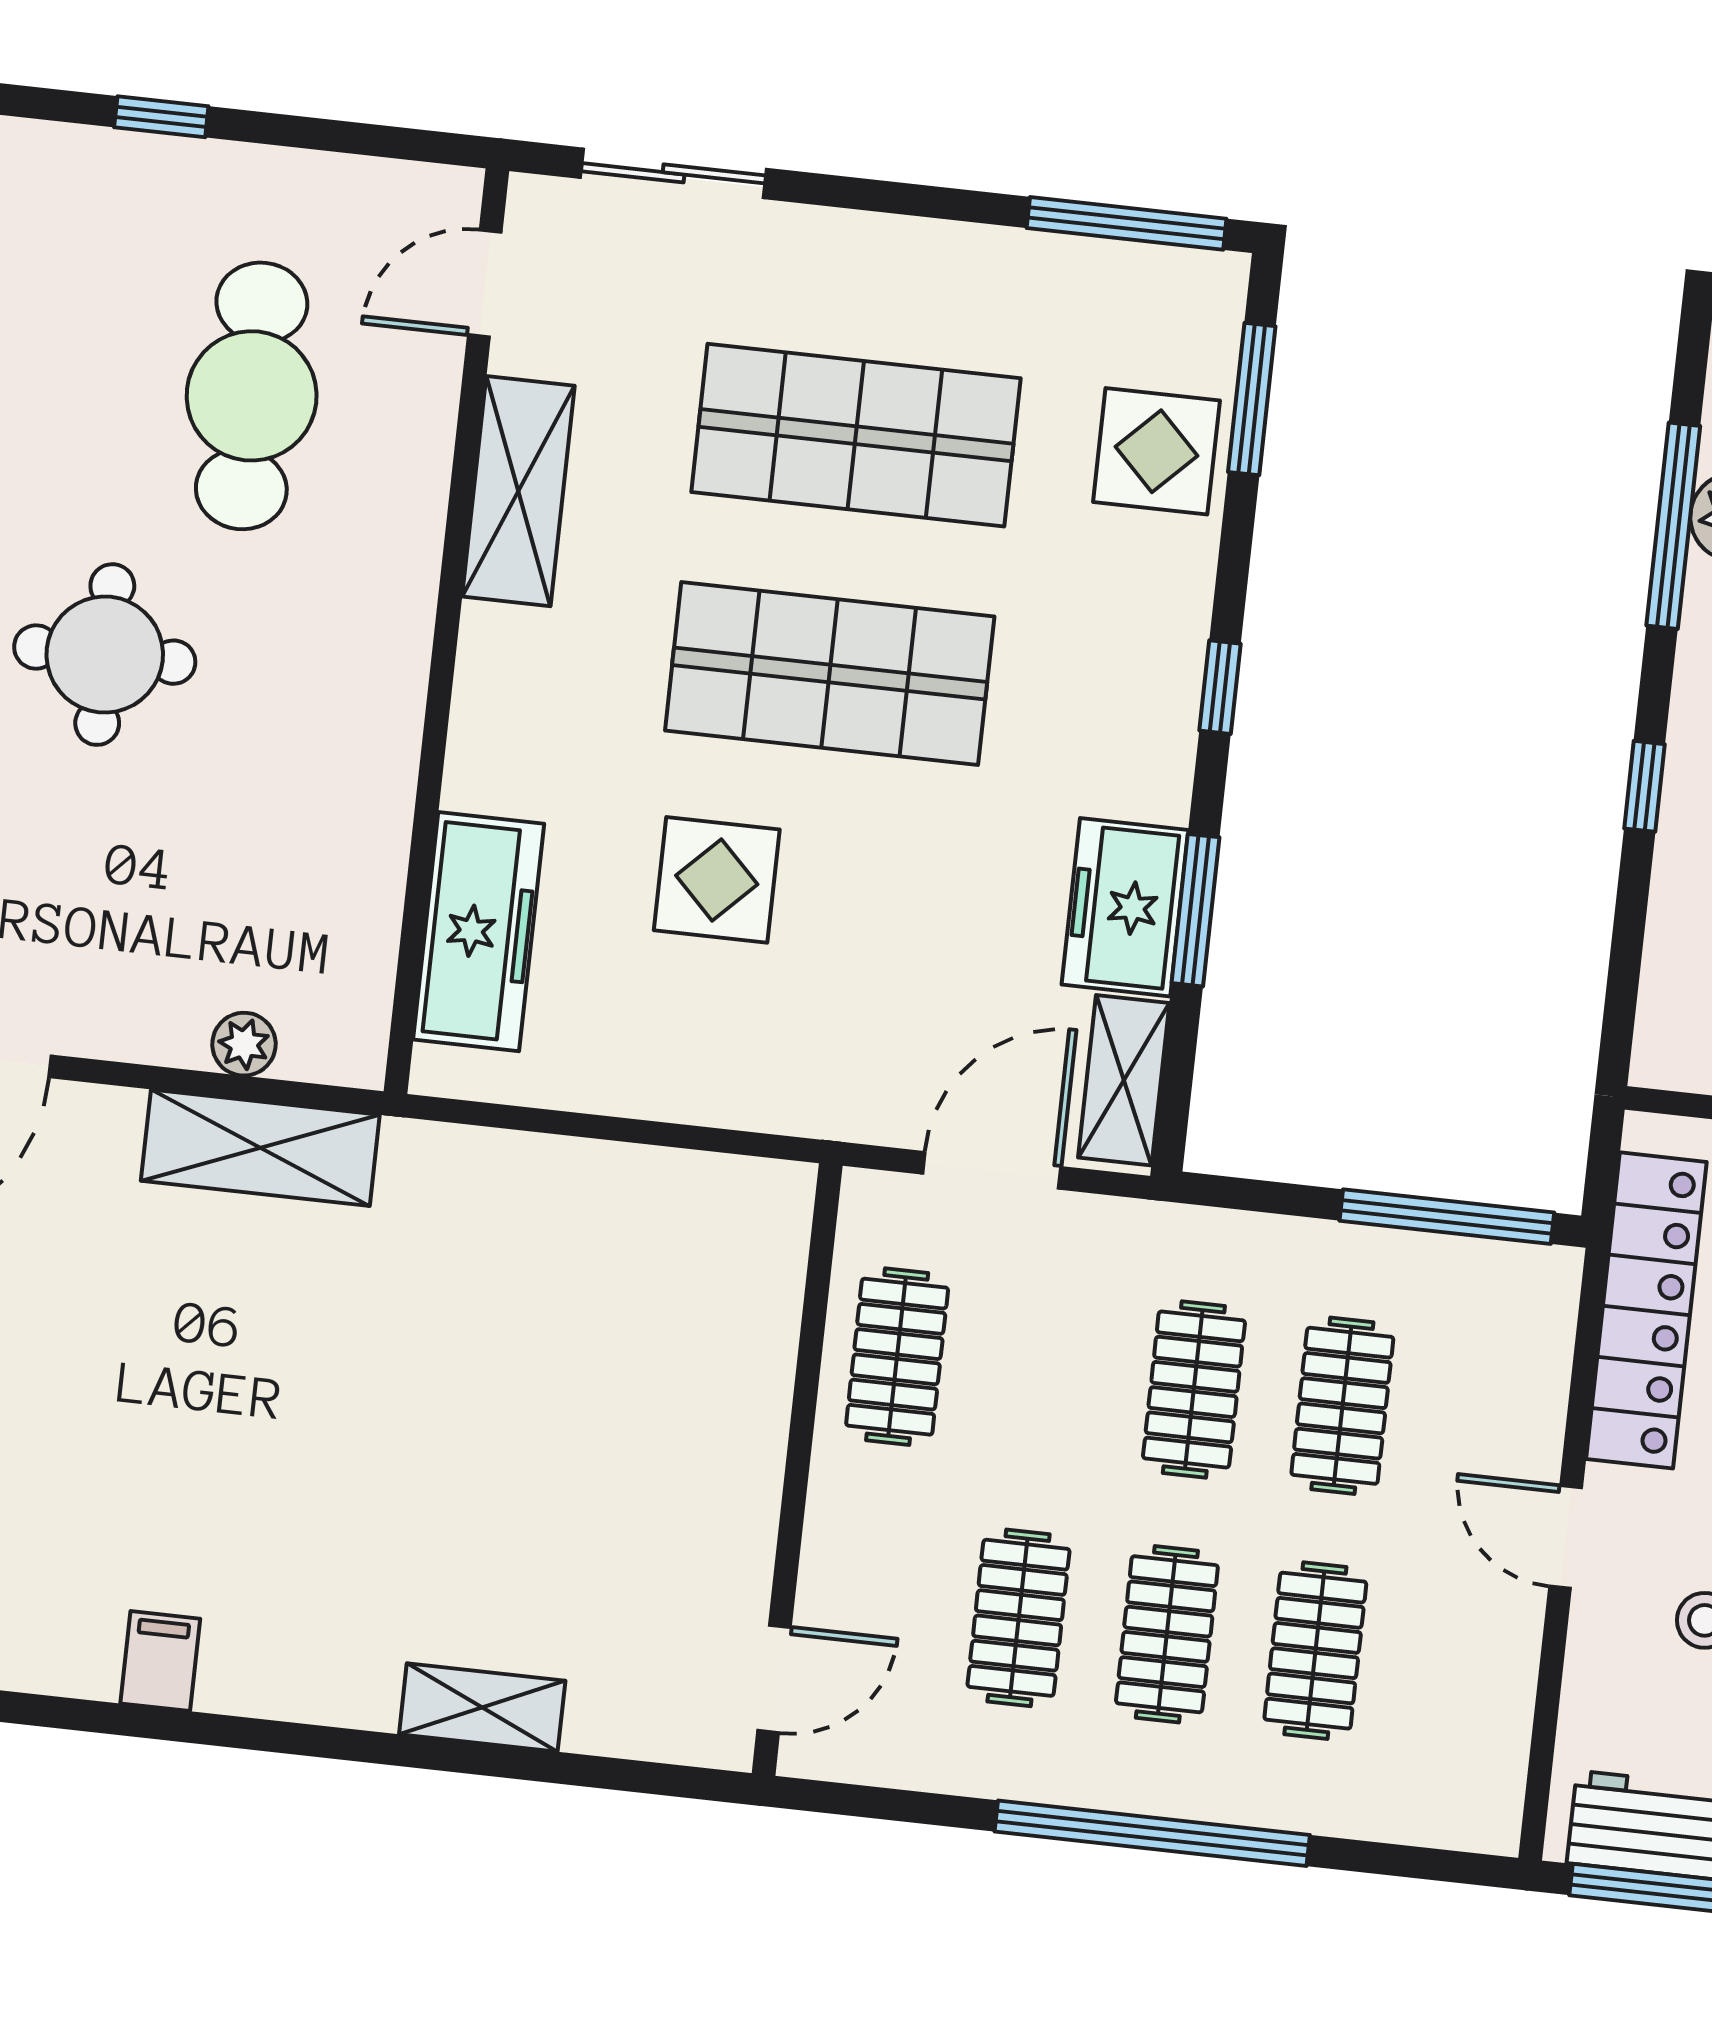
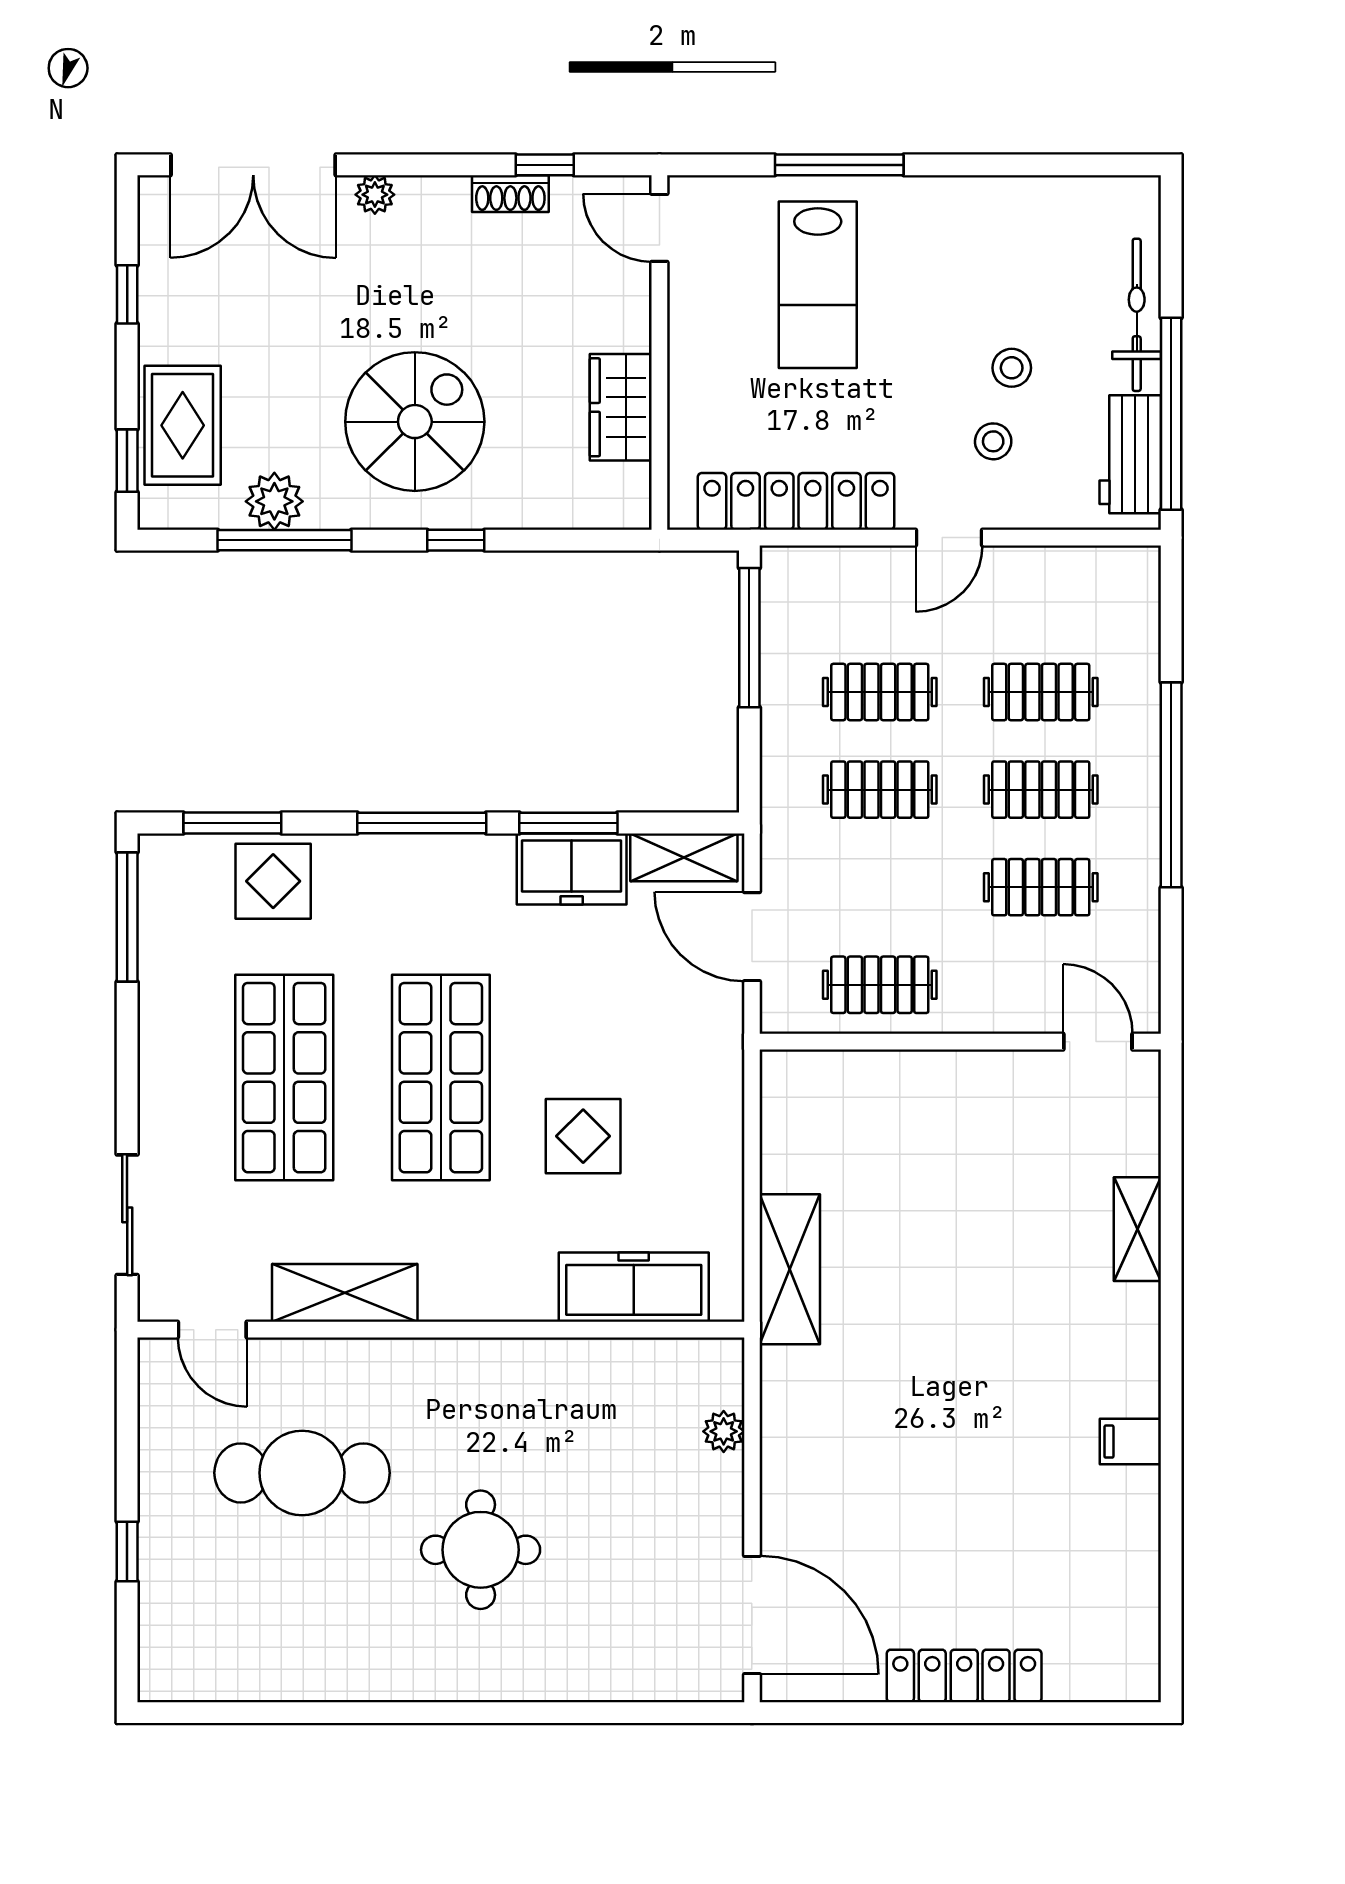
window: (1220, 687) -> (422, 823), width x2.17
shelving: (260, 1148) -> (790, 1269), moved

